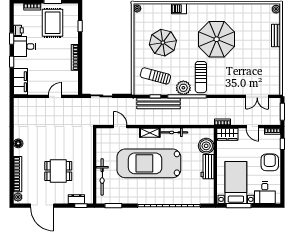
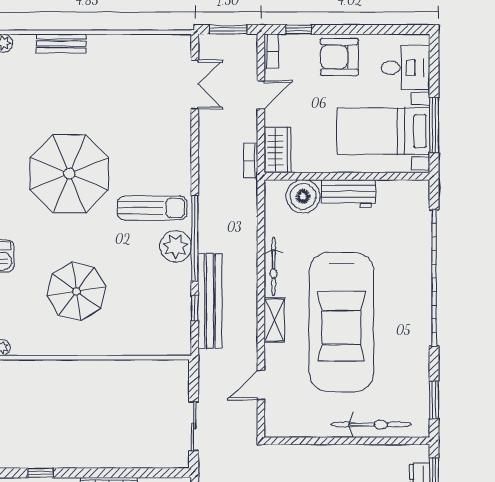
sun lounger: (155, 76) -> (150, 308), removed

